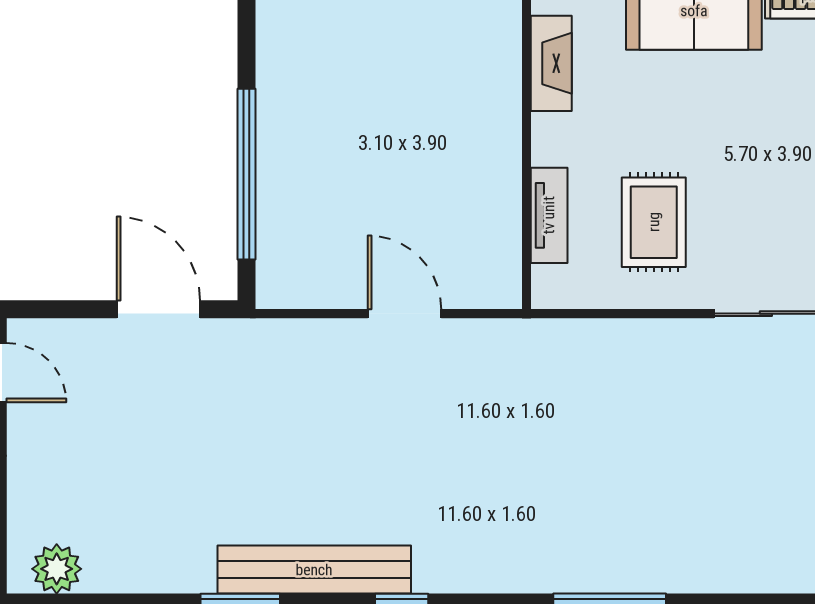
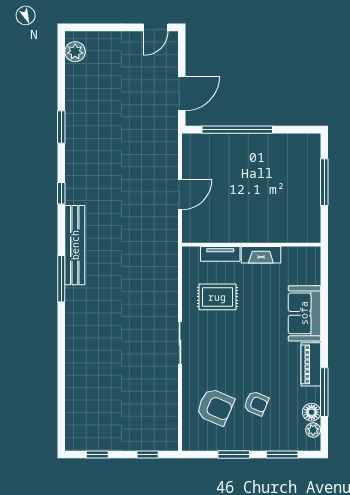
fireplace: (551, 63) -> (261, 255), moved
bench: (314, 570) -> (75, 245), moved

